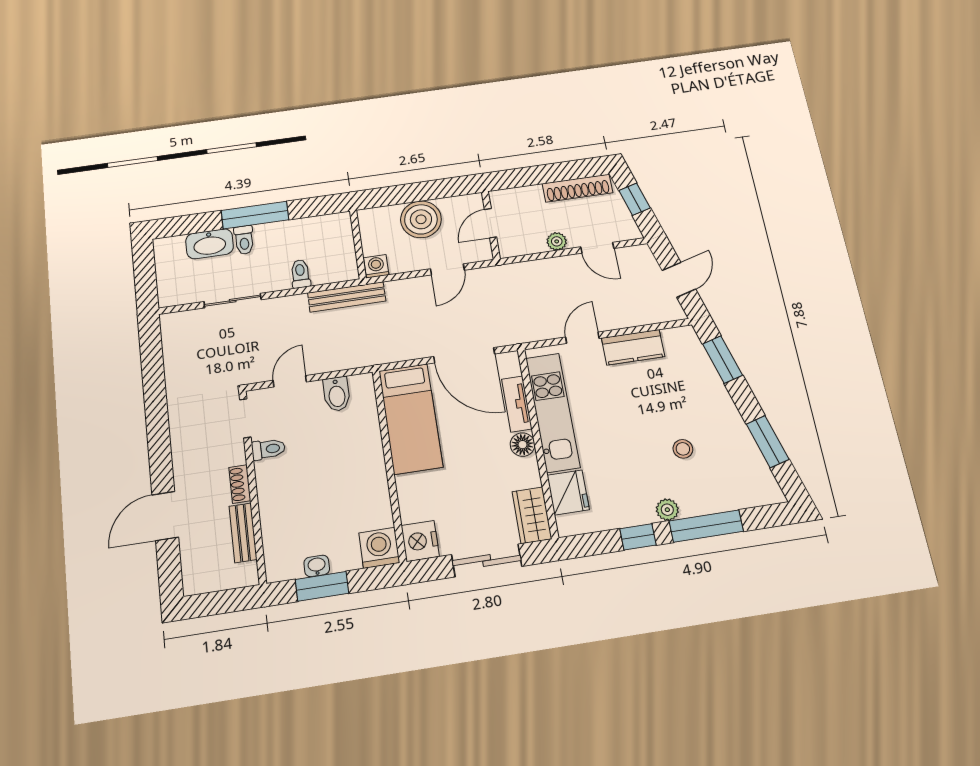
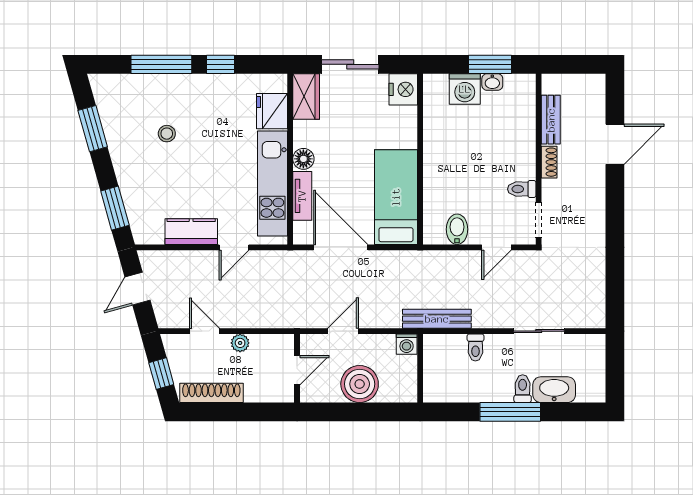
plant: (667, 510) -> (191, 83), removed
washing machine: (379, 548) -> (465, 89), moved

